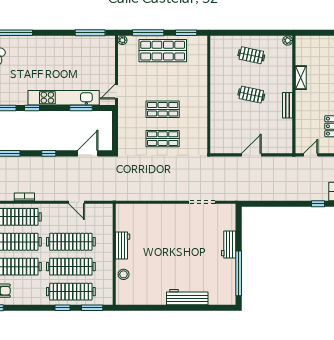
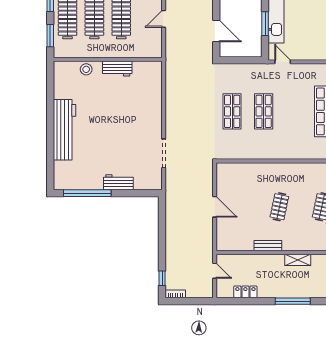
workbench: (187, 297) -> (64, 130), width x1.36, depth x1.32

